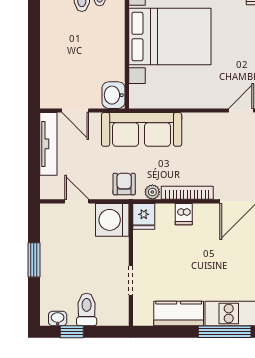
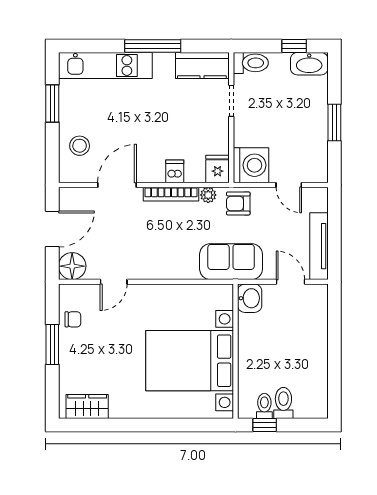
sofa: (142, 129) -> (231, 262), width x0.73
armchair: (124, 184) -> (238, 203), turned 90
toilet: (87, 309) -> (251, 63), moved, turned -90
kitchen counter: (179, 314) -> (202, 65), moved
washbasin: (58, 319) -> (309, 64), width x1.91, depth x1.45
window: (225, 332) -> (153, 46), moved

